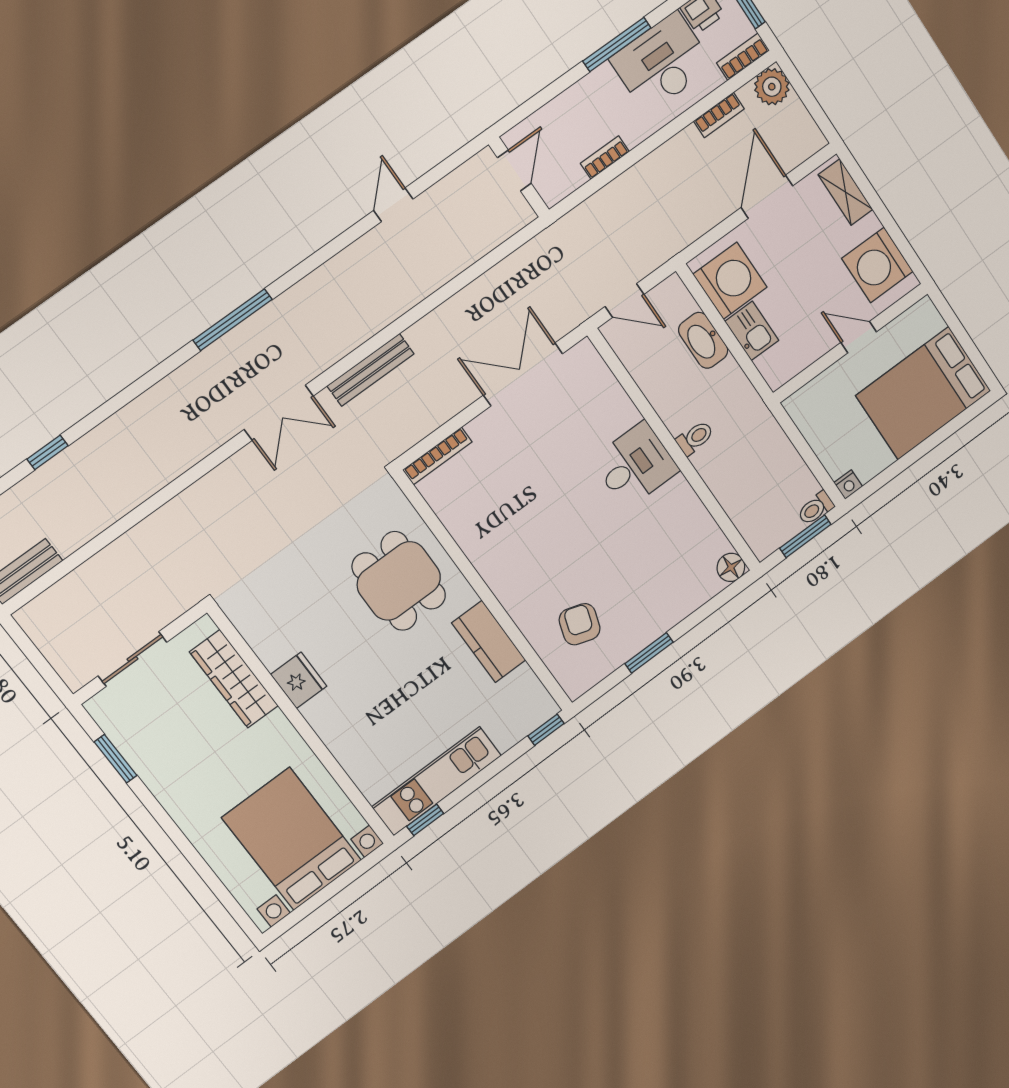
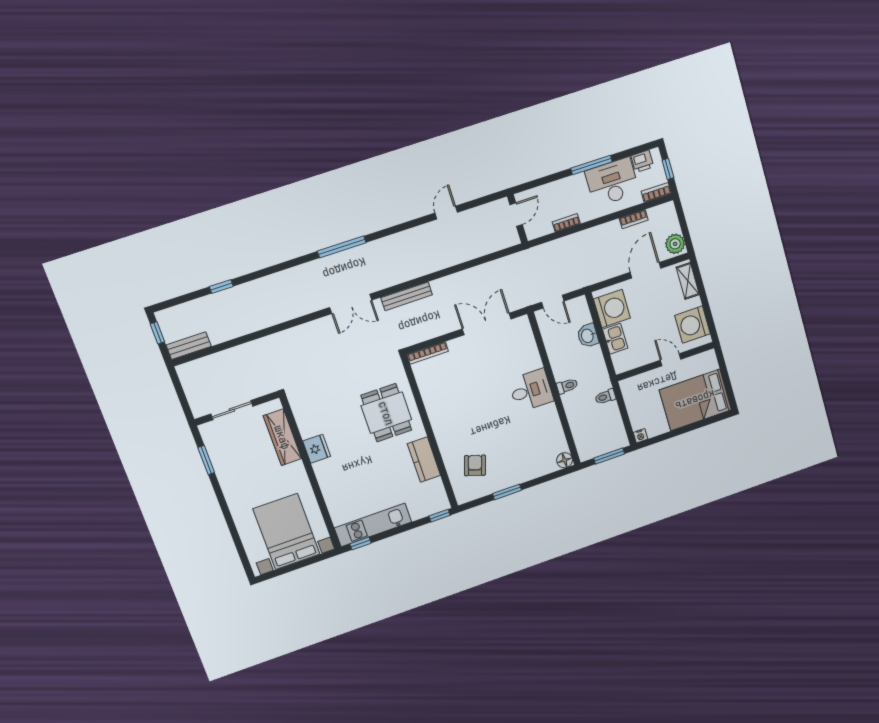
plant: (772, 87) -> (675, 244), moved
washbasin: (703, 340) -> (588, 336), width x0.72
toilet: (816, 508) -> (605, 397), moved

